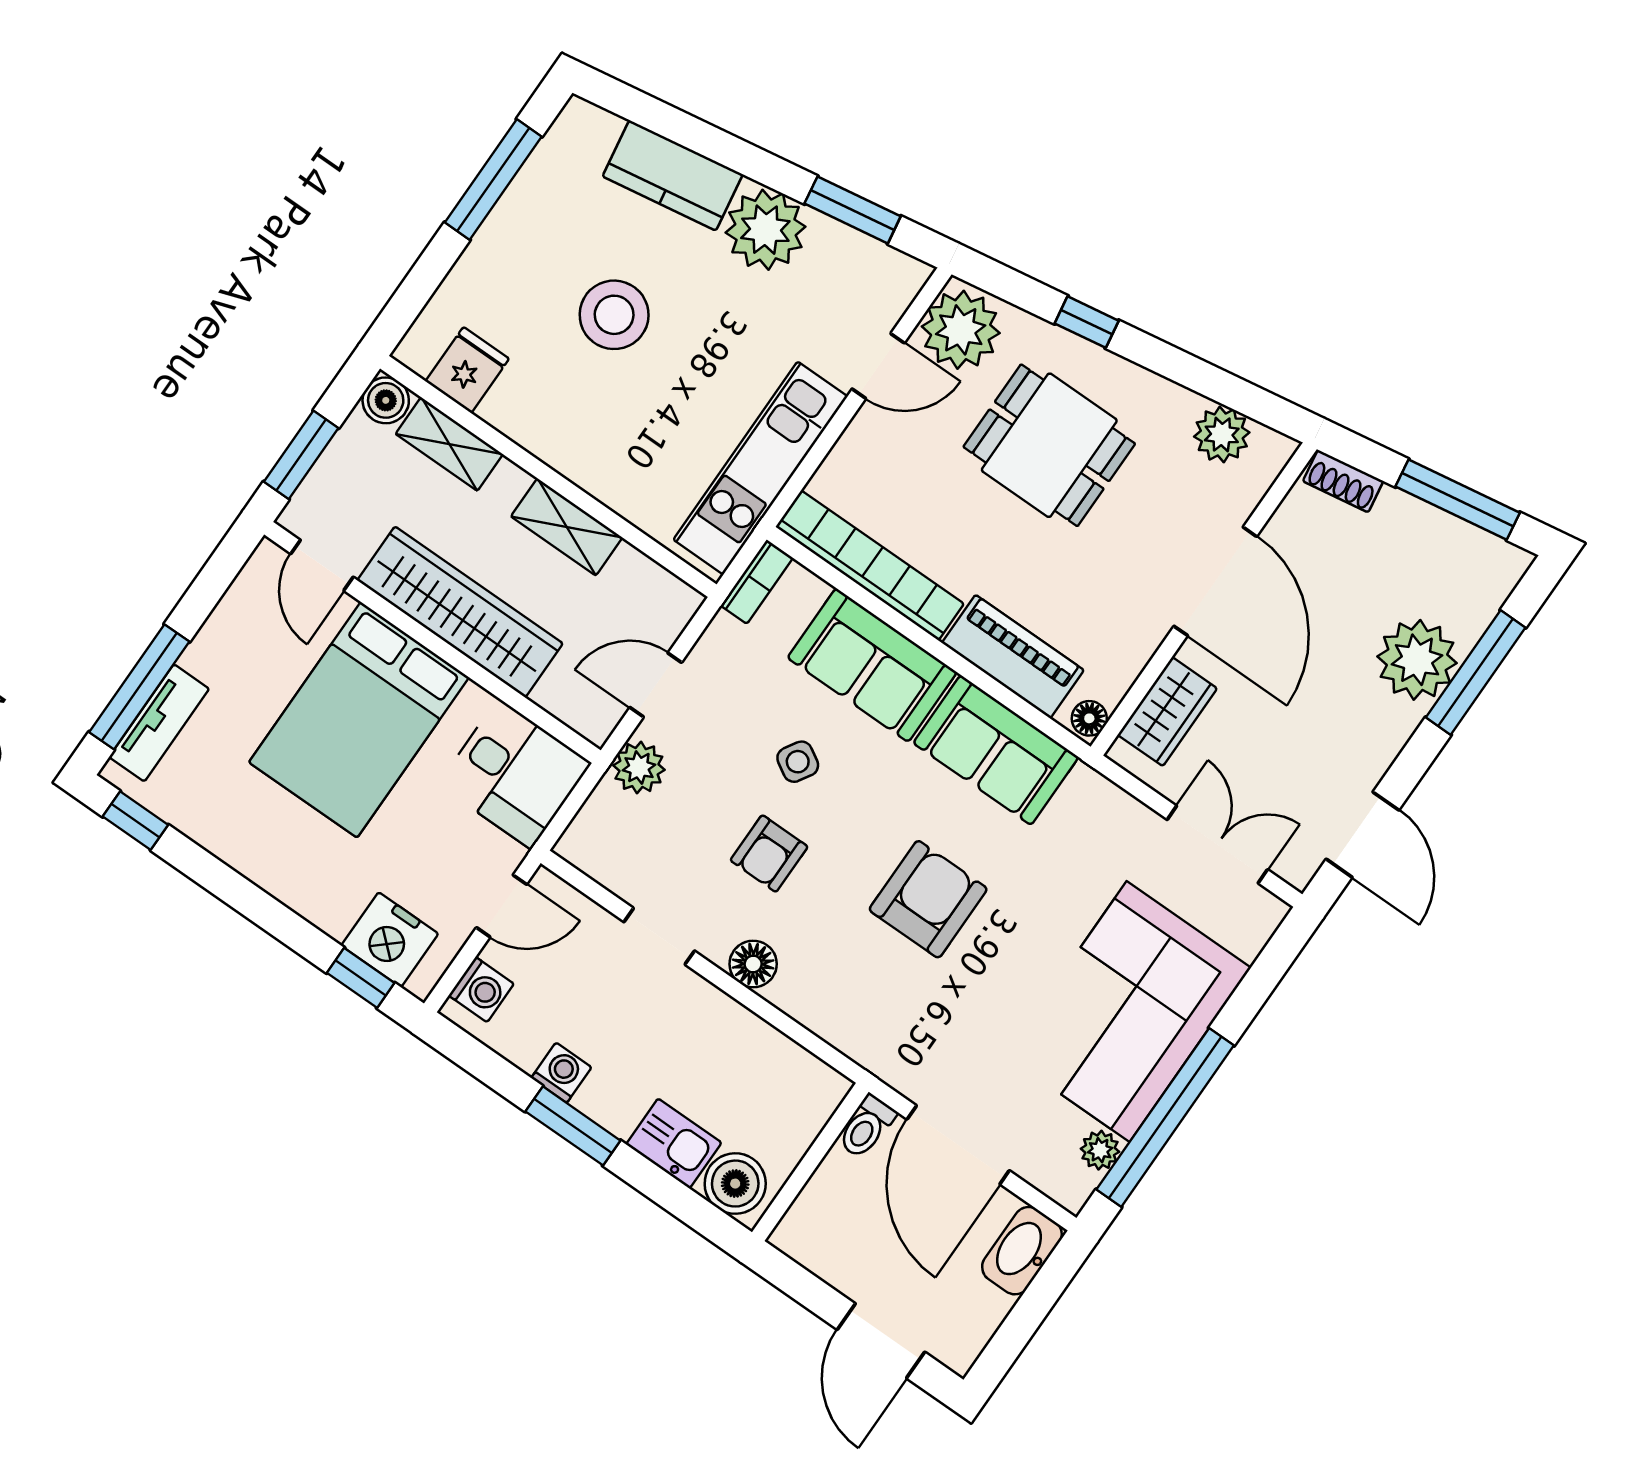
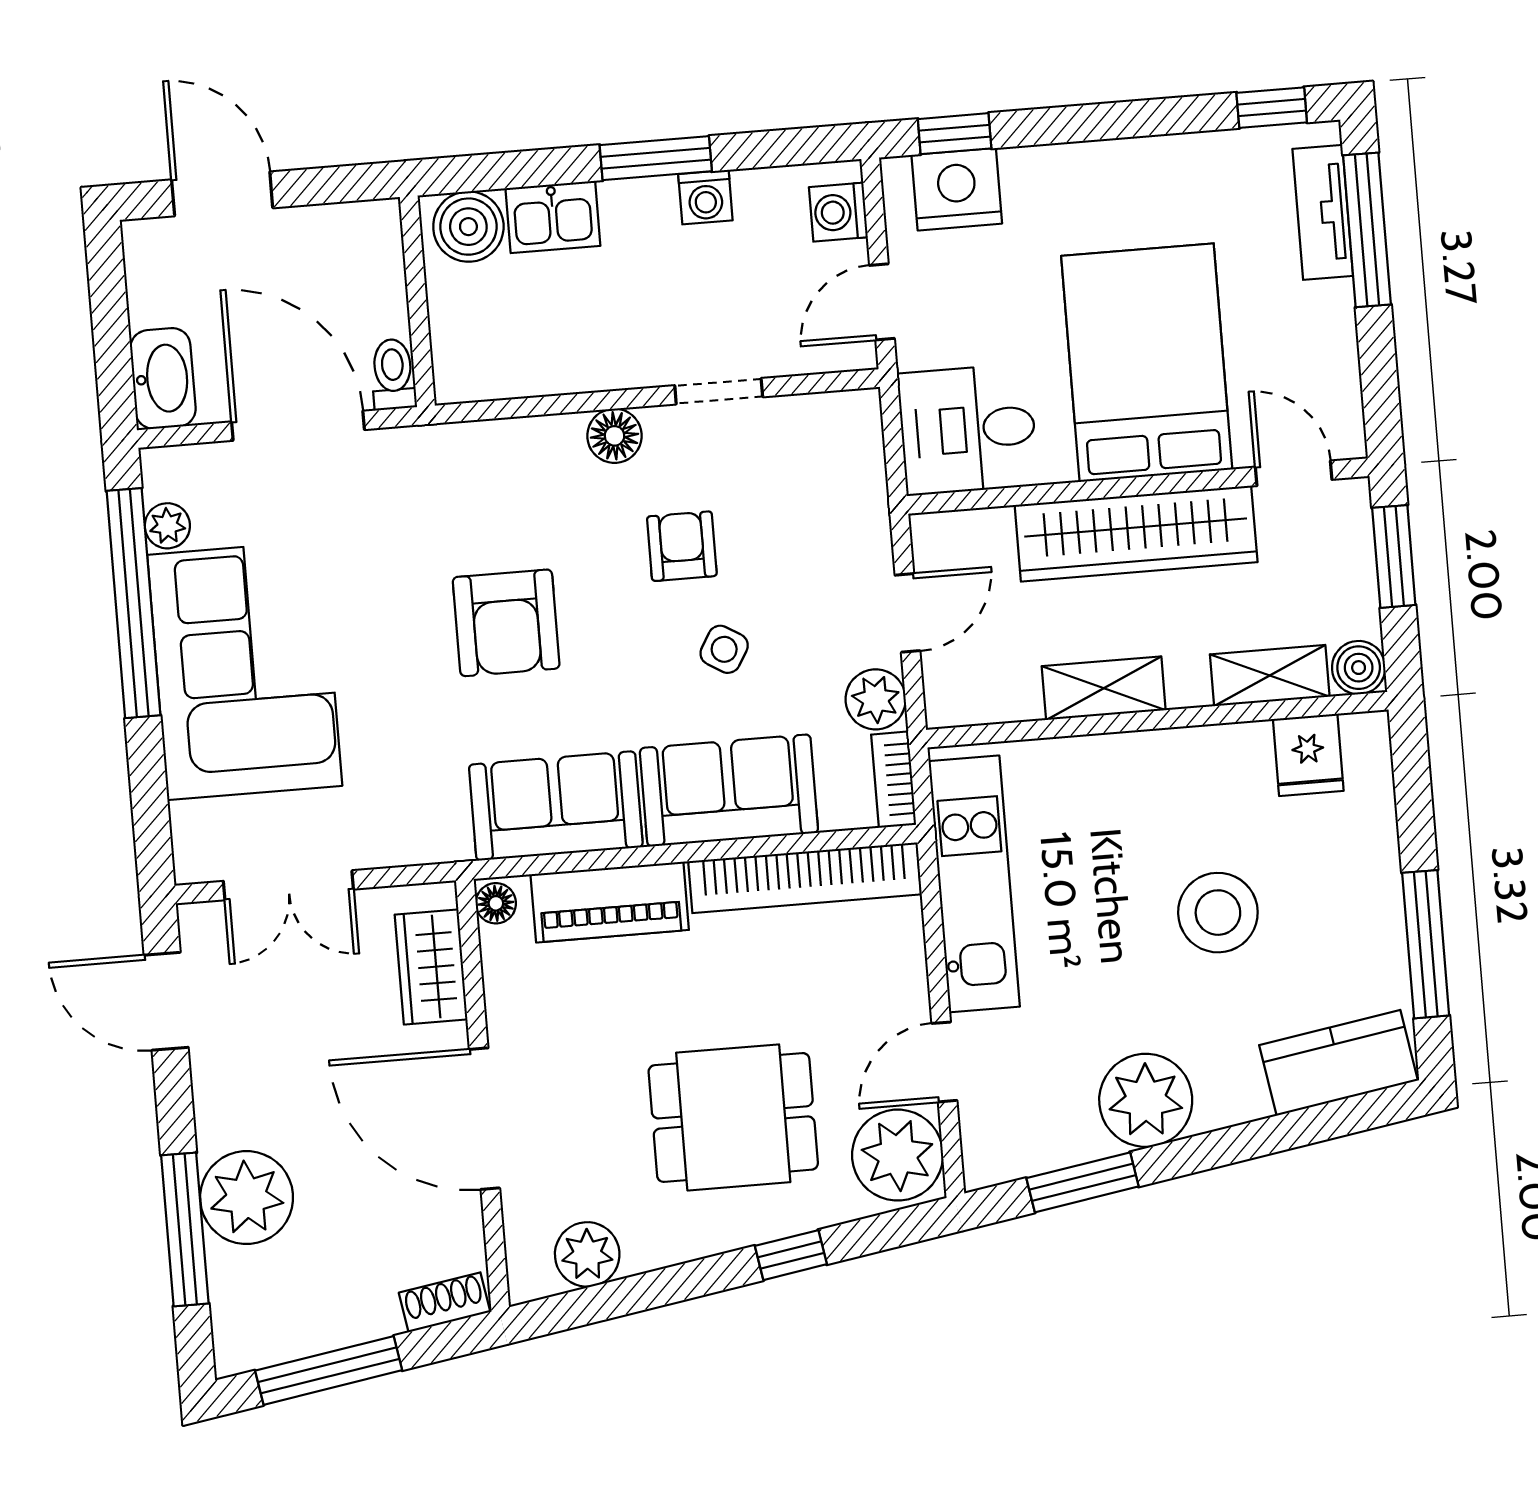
kitchen counter: (673, 175) -> (1339, 1063), moved
plant: (639, 768) -> (876, 699), moved

